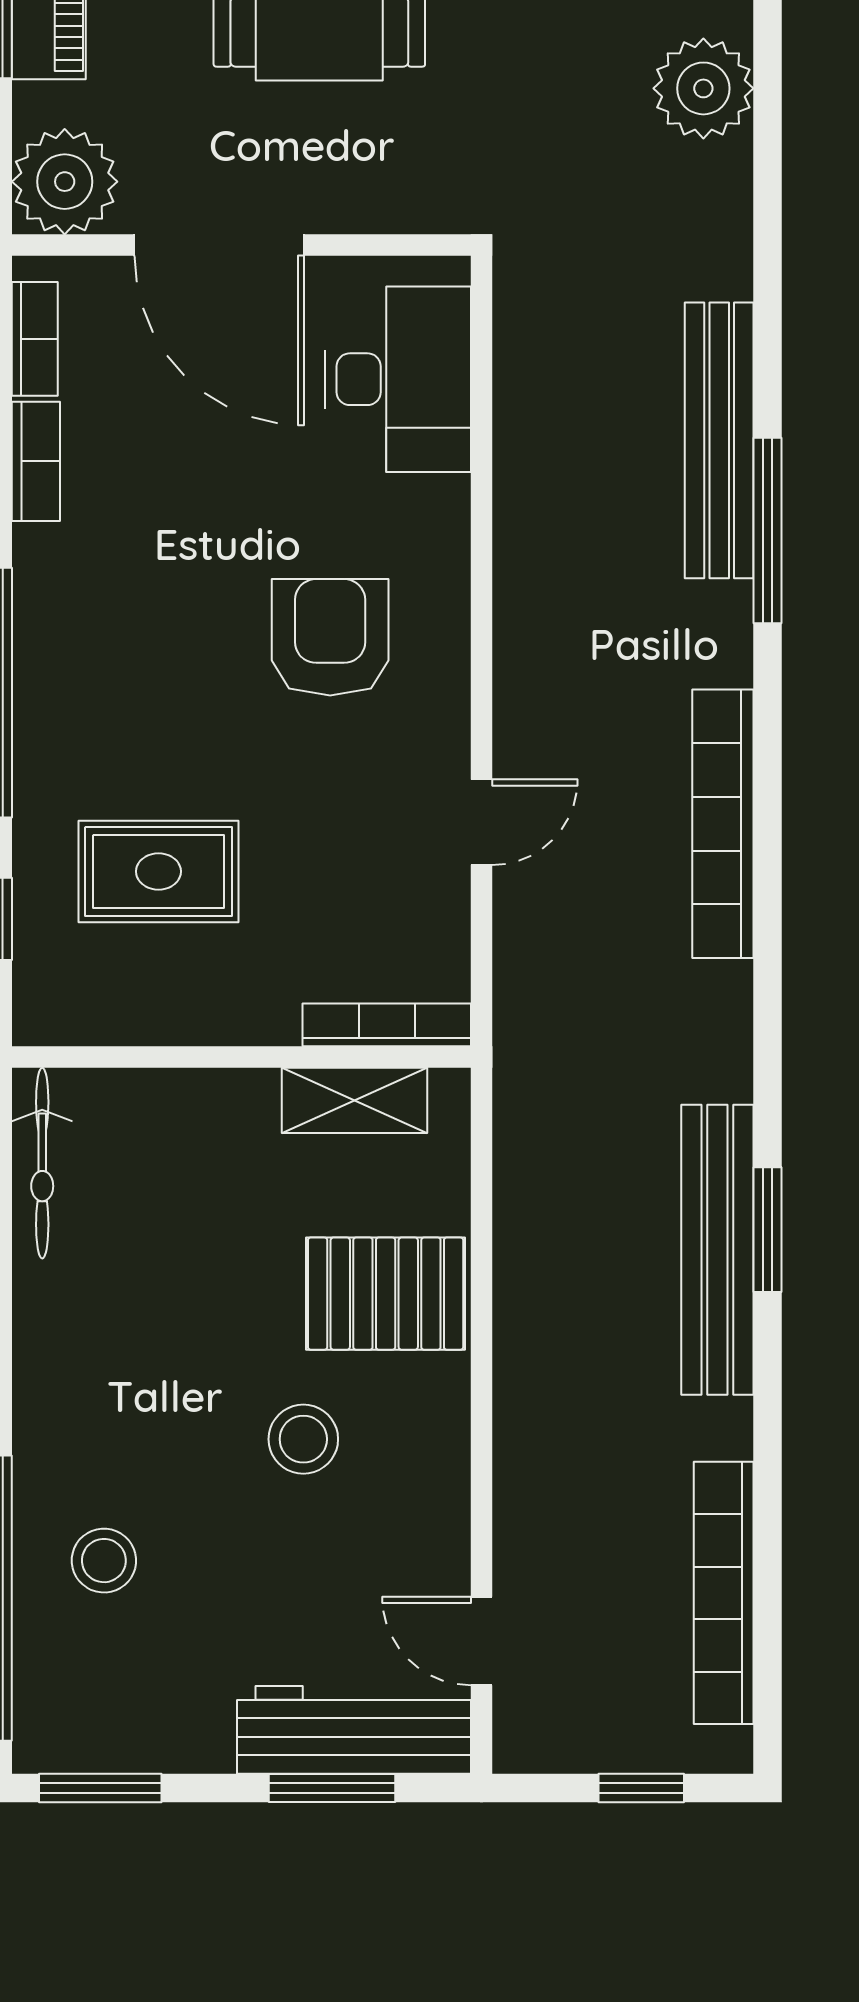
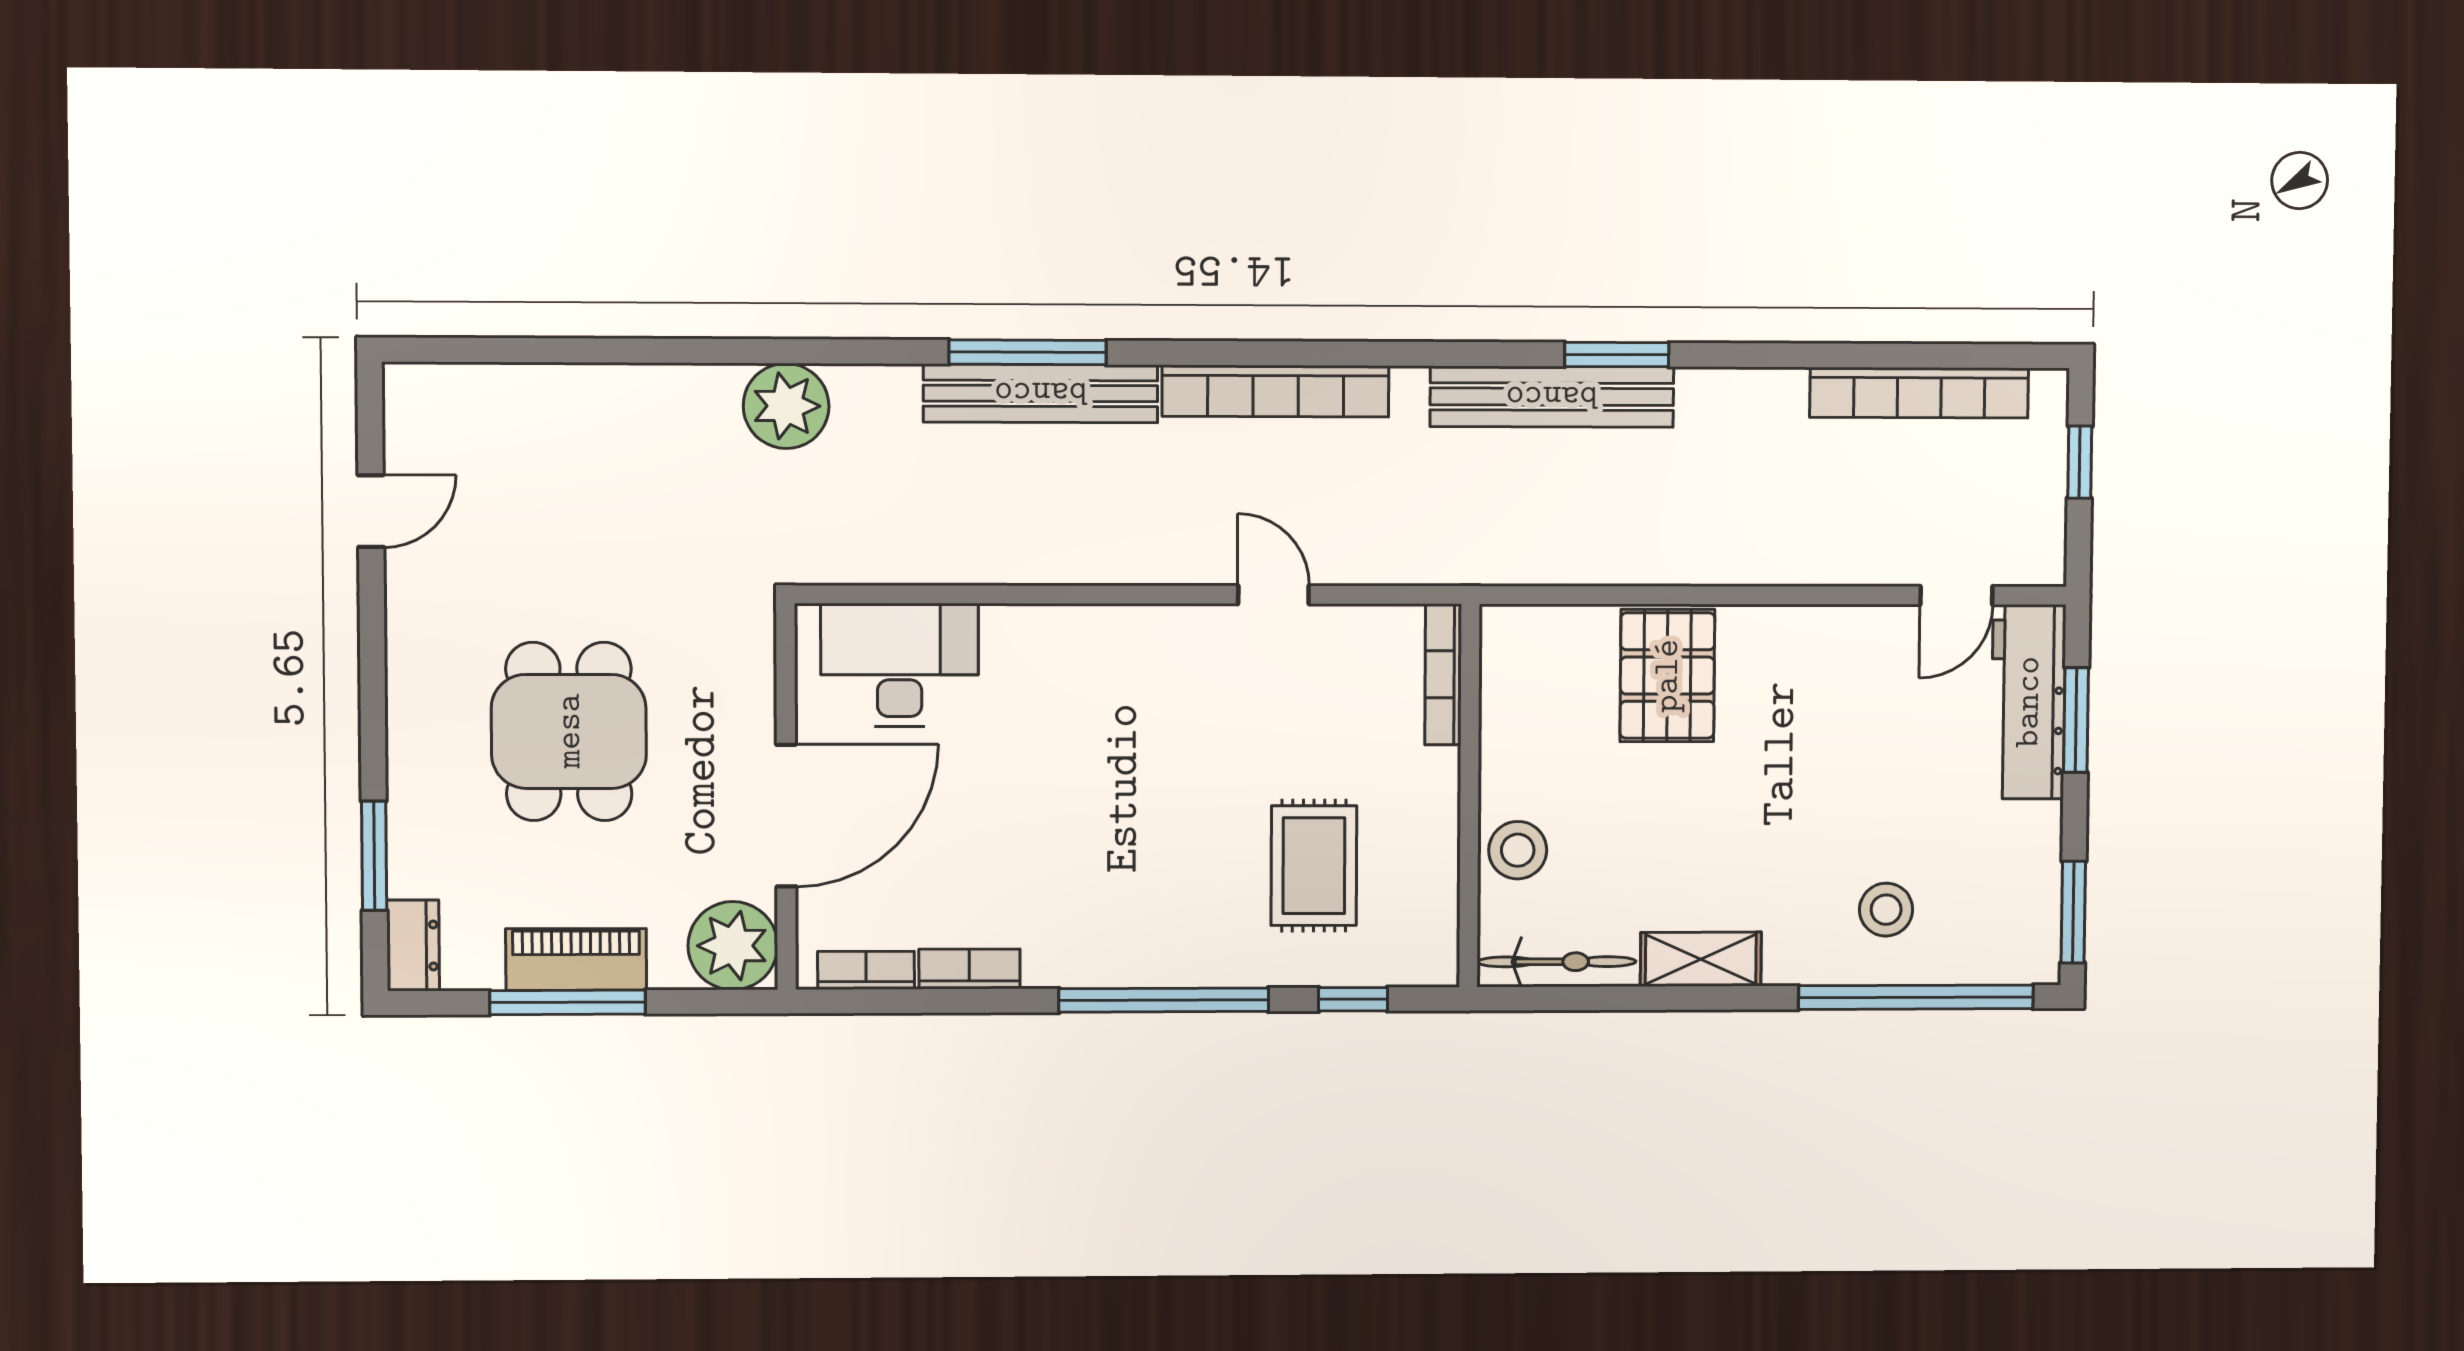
plant: (703, 88) -> (786, 406), moved
bench: (719, 440) -> (1041, 393), moved
armchair: (330, 637) -> (1118, 722), removed
shelving: (354, 1100) -> (1701, 959), moved, turned 90
bench: (717, 1250) -> (1552, 397), moved
stool: (303, 1439) -> (1518, 850), moved

